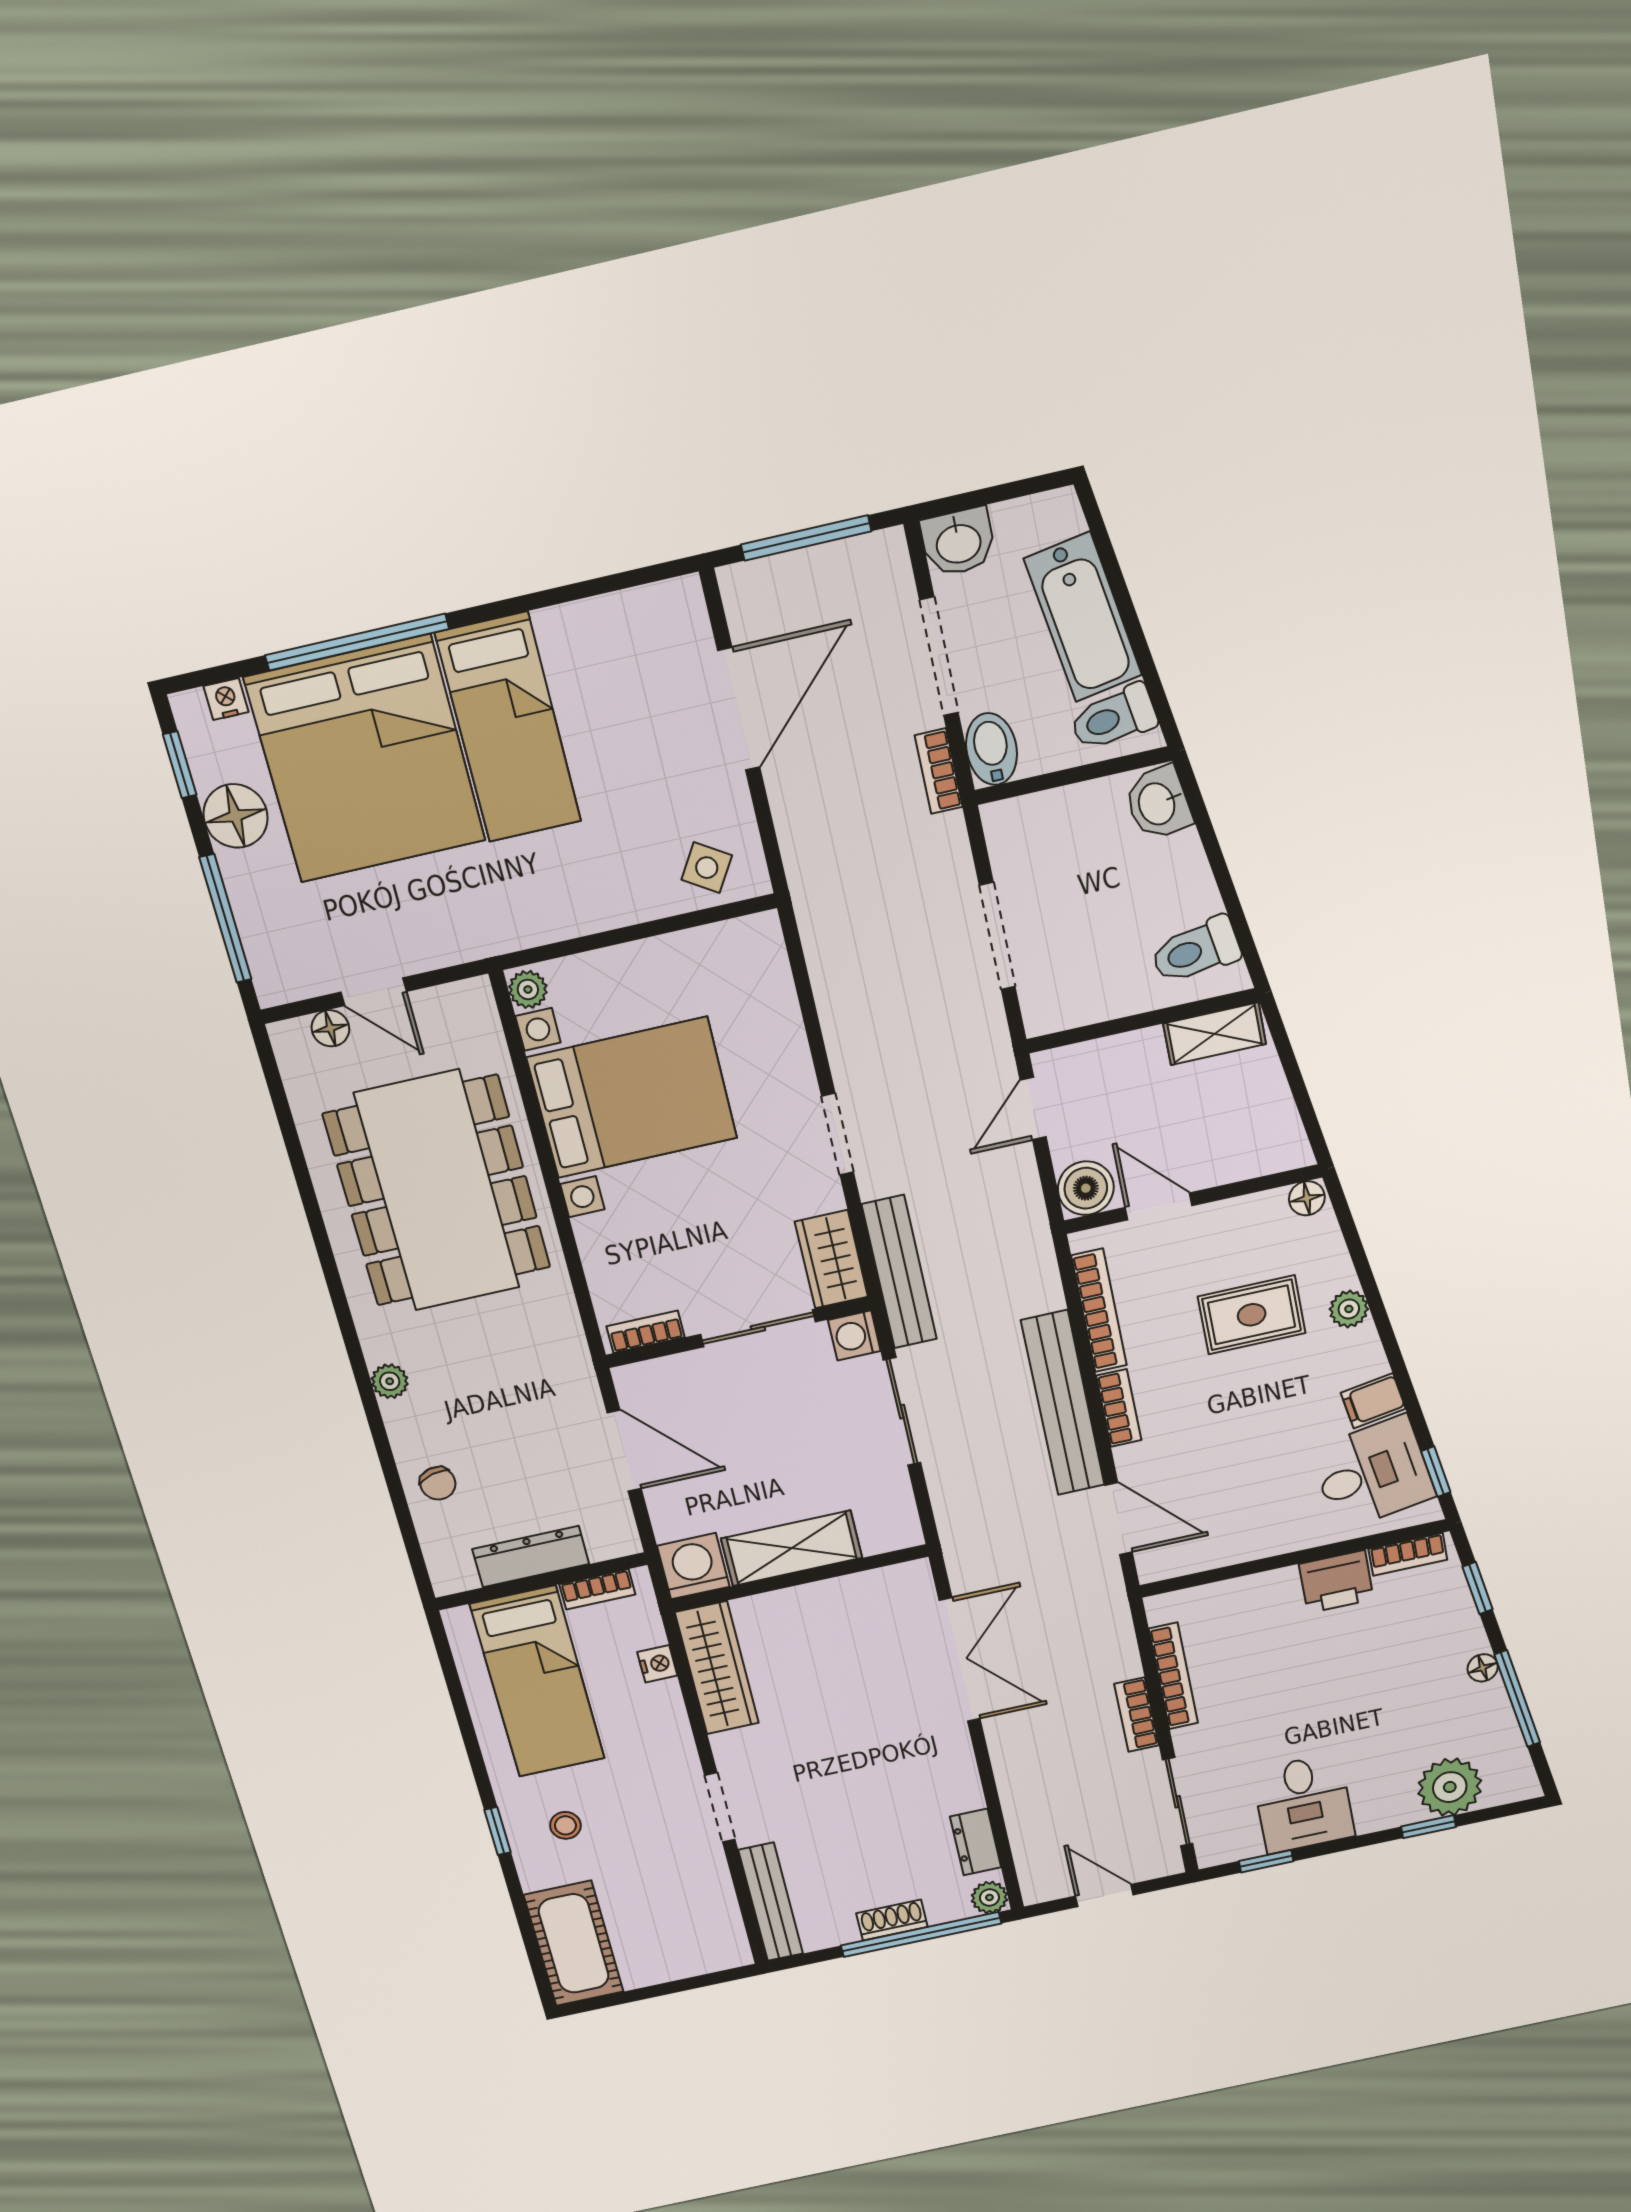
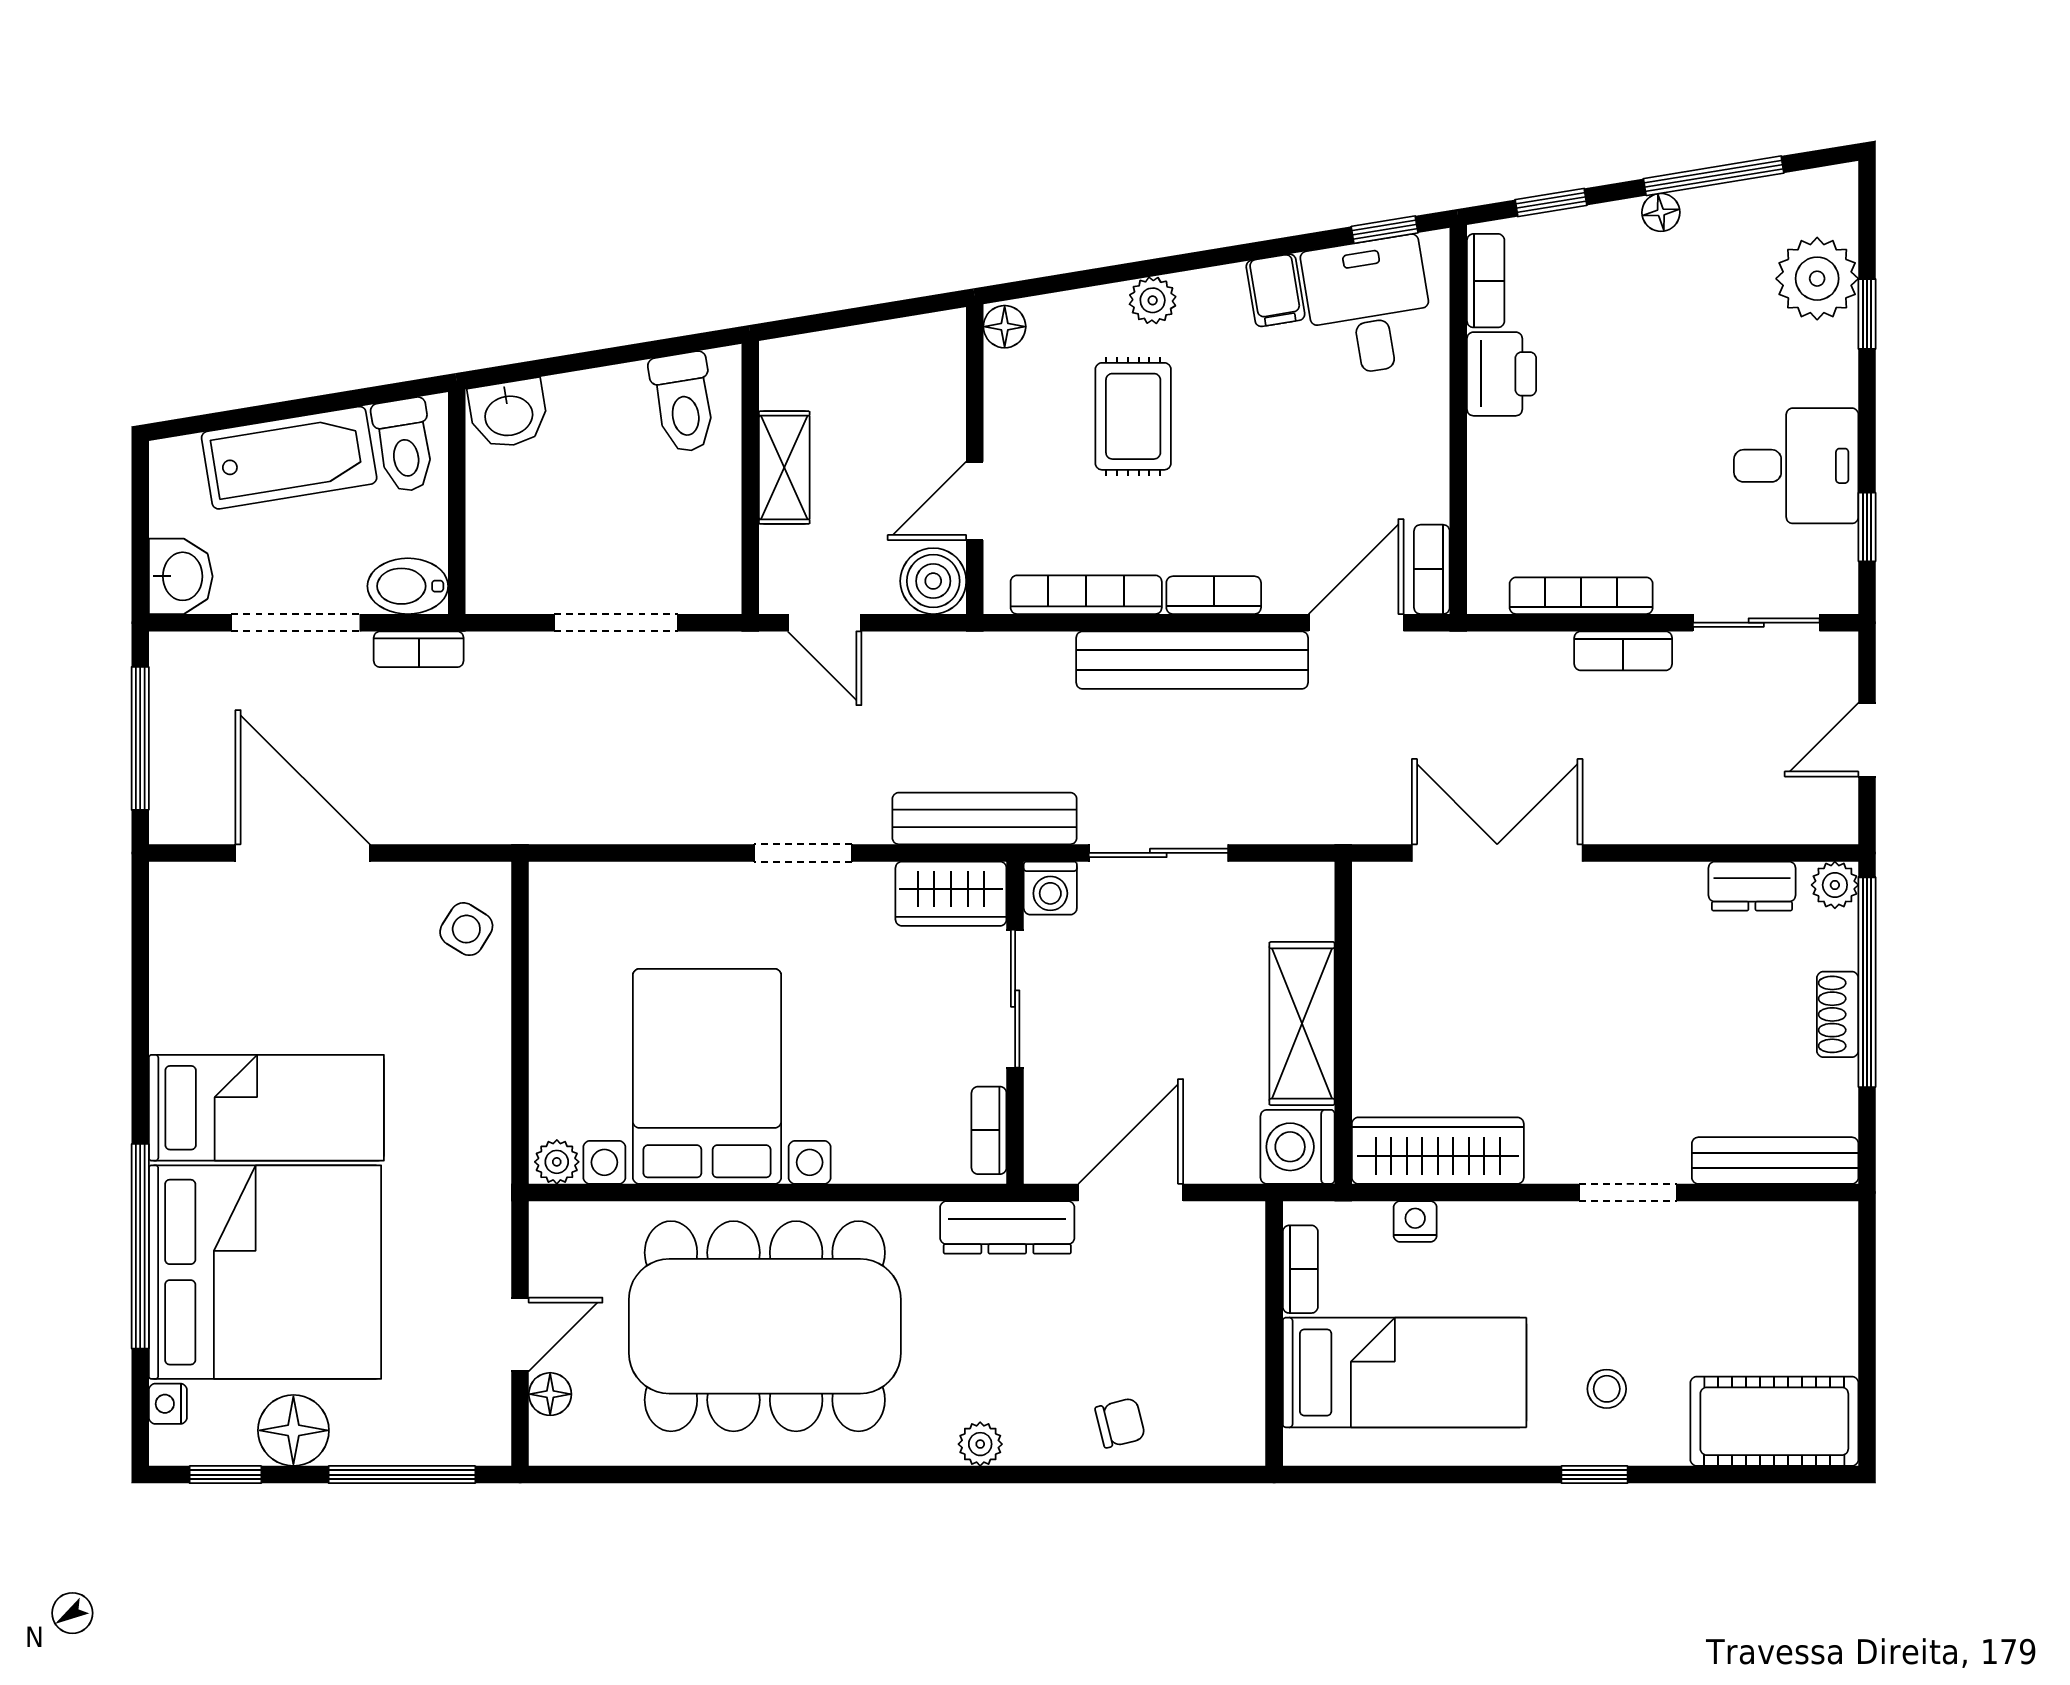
shelving: (1215, 1034) -> (784, 468), moved
dresser: (531, 1557) -> (1007, 1227), moved, turned -90
bookcase: (1172, 1565) -> (1432, 569), added

